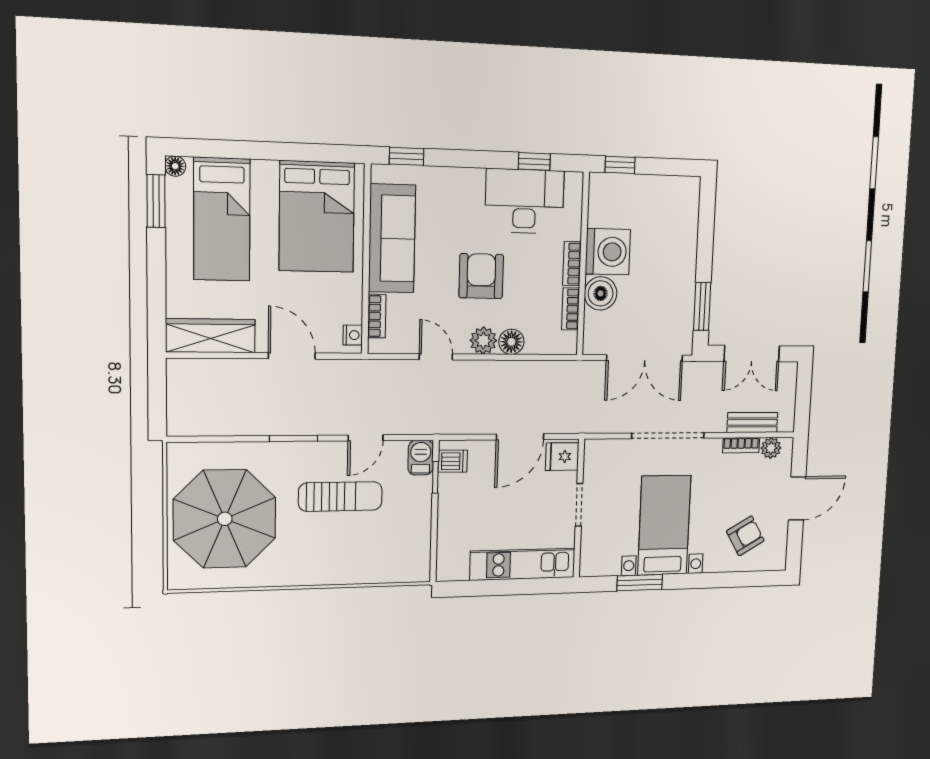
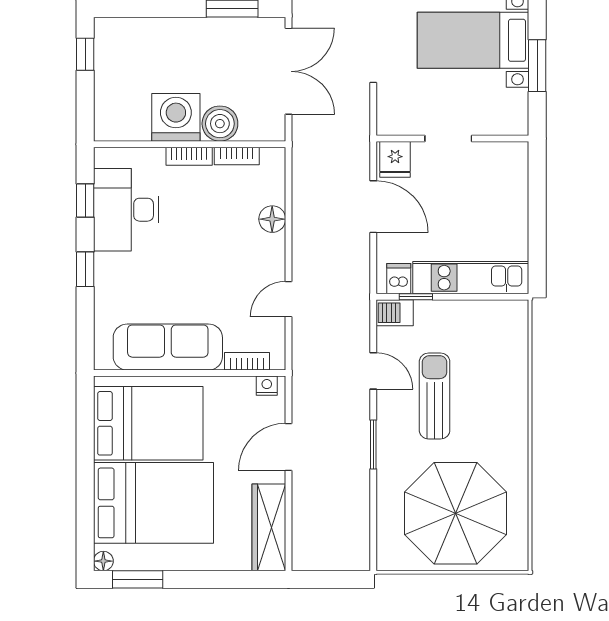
window: (407, 156) -> (85, 269), moved
window: (620, 165) -> (85, 54), moved
bed: (222, 219) -> (153, 503), width x1.50
armchair: (481, 276) -> (204, 253), removed
plant: (483, 341) -> (271, 249), removed
kitchen unit: (523, 564) -> (471, 278), moved, turned 90

